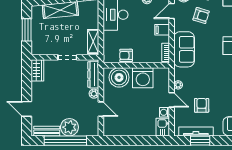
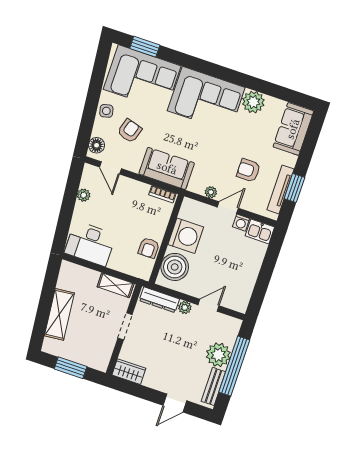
filing cabinet: (162, 30) -> (131, 189), removed

